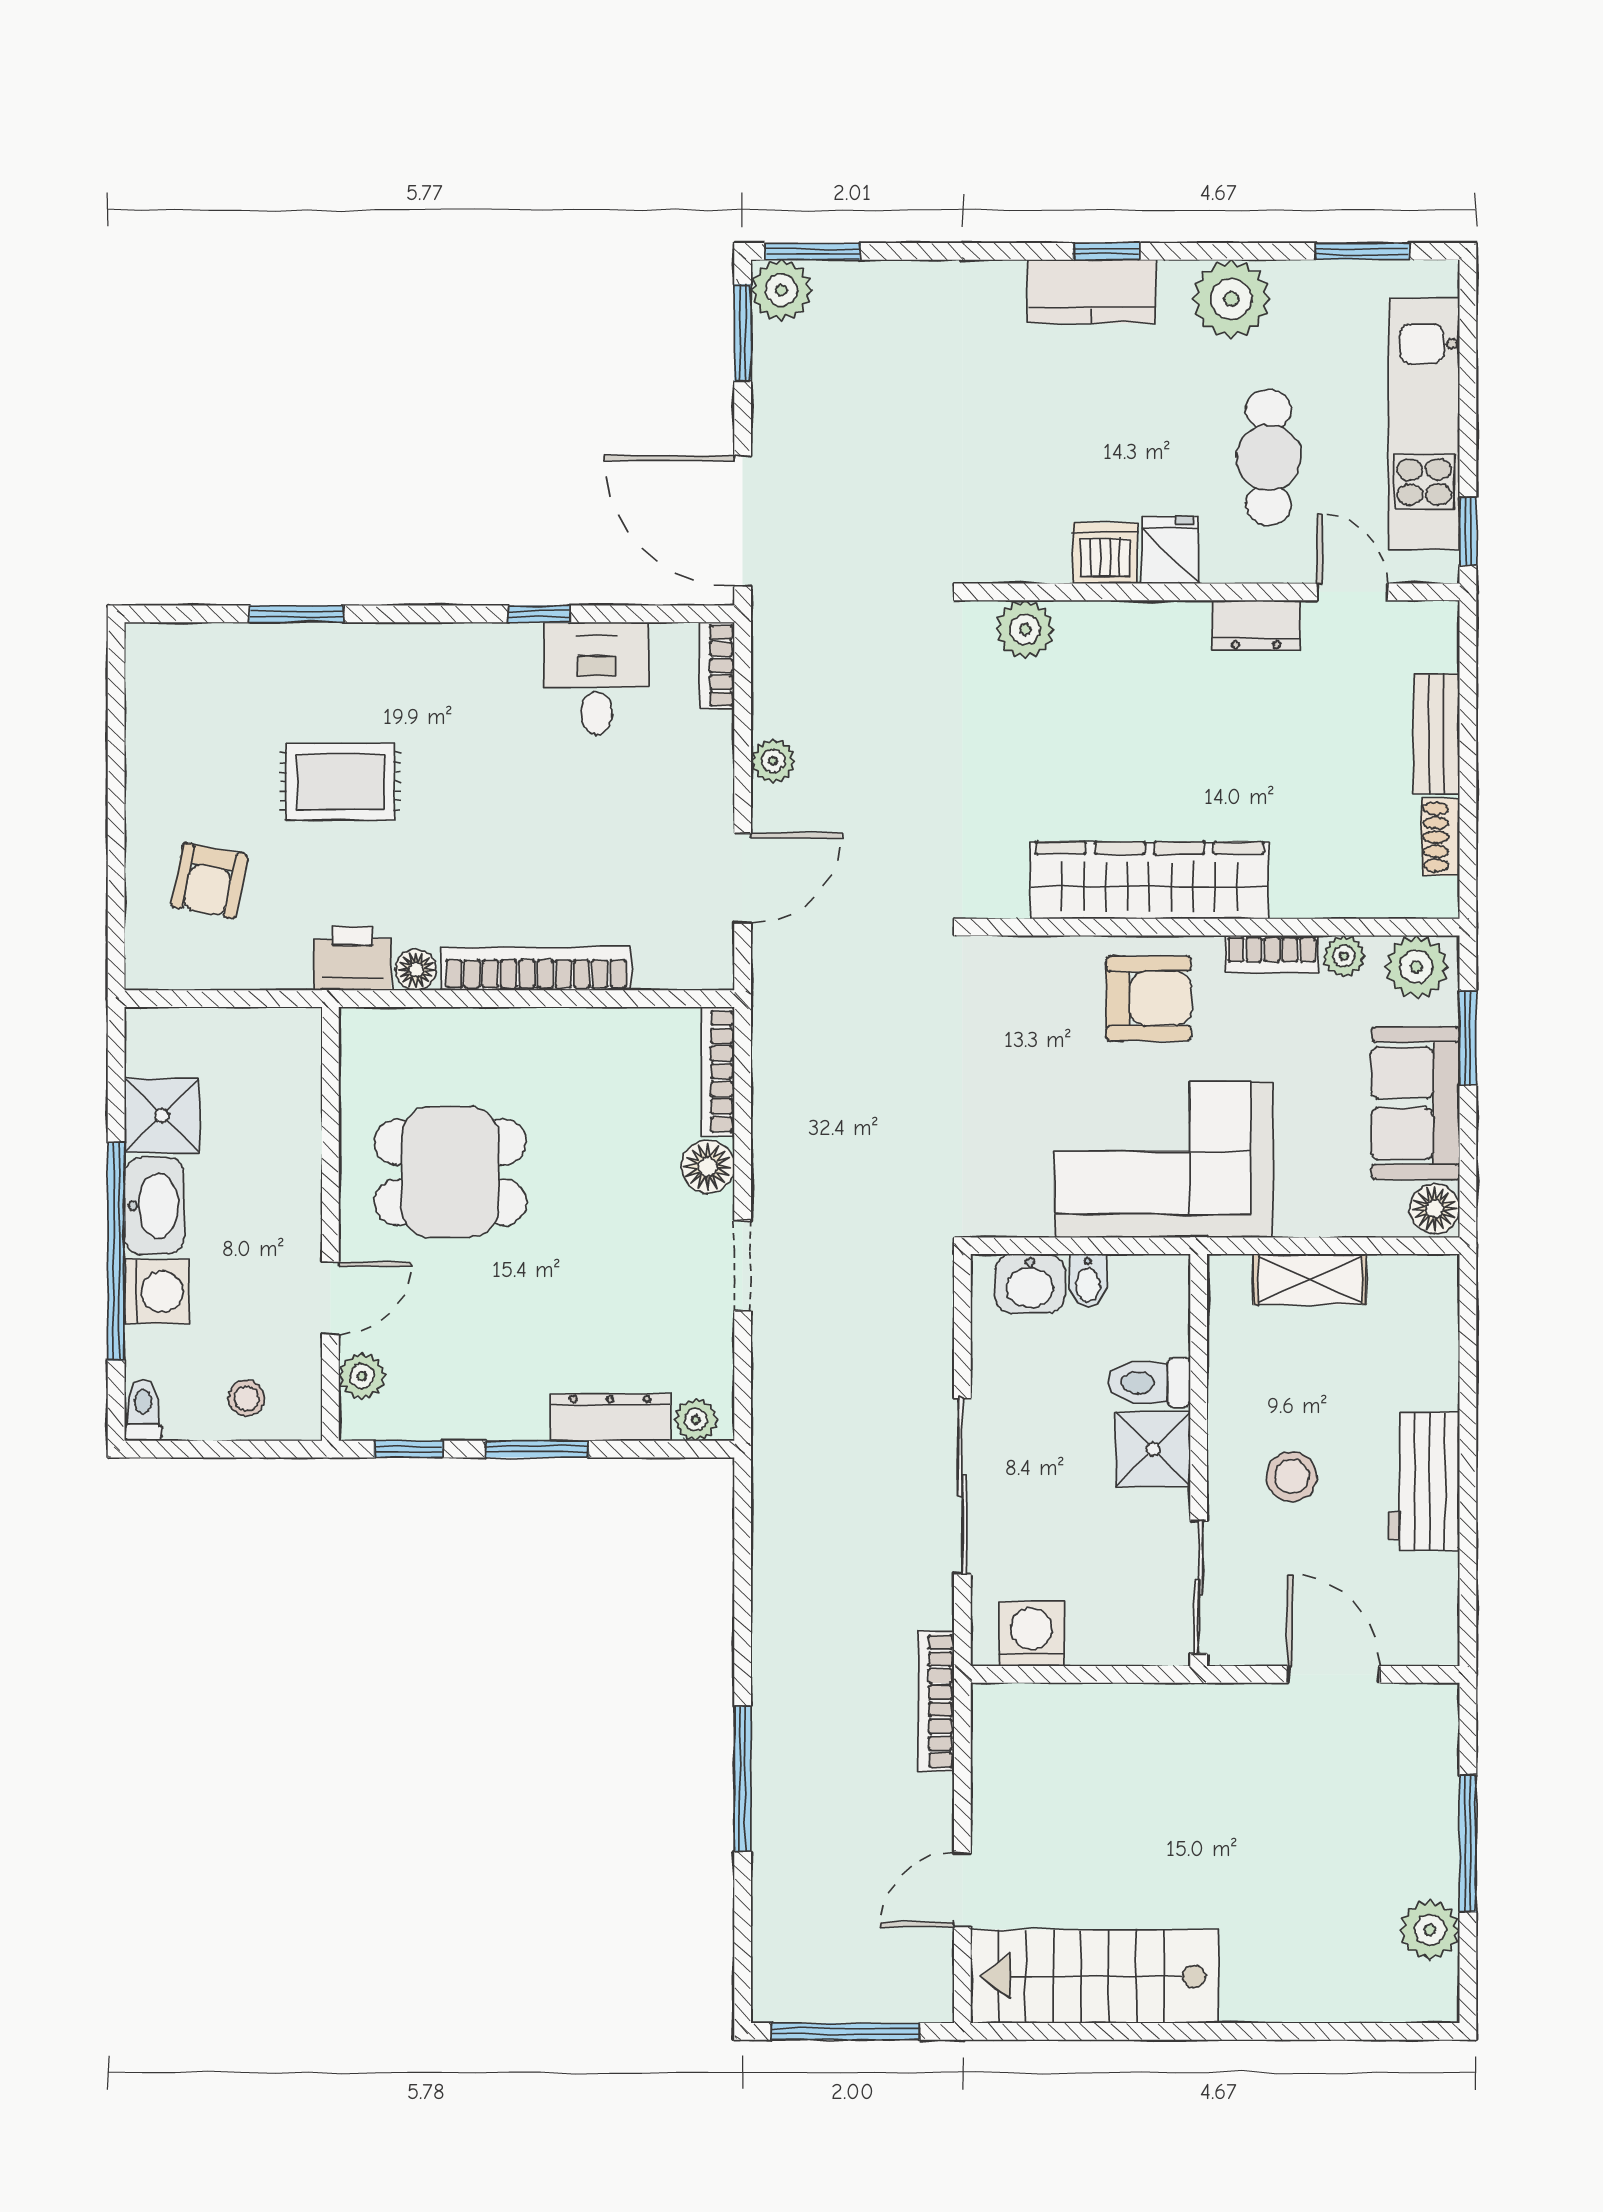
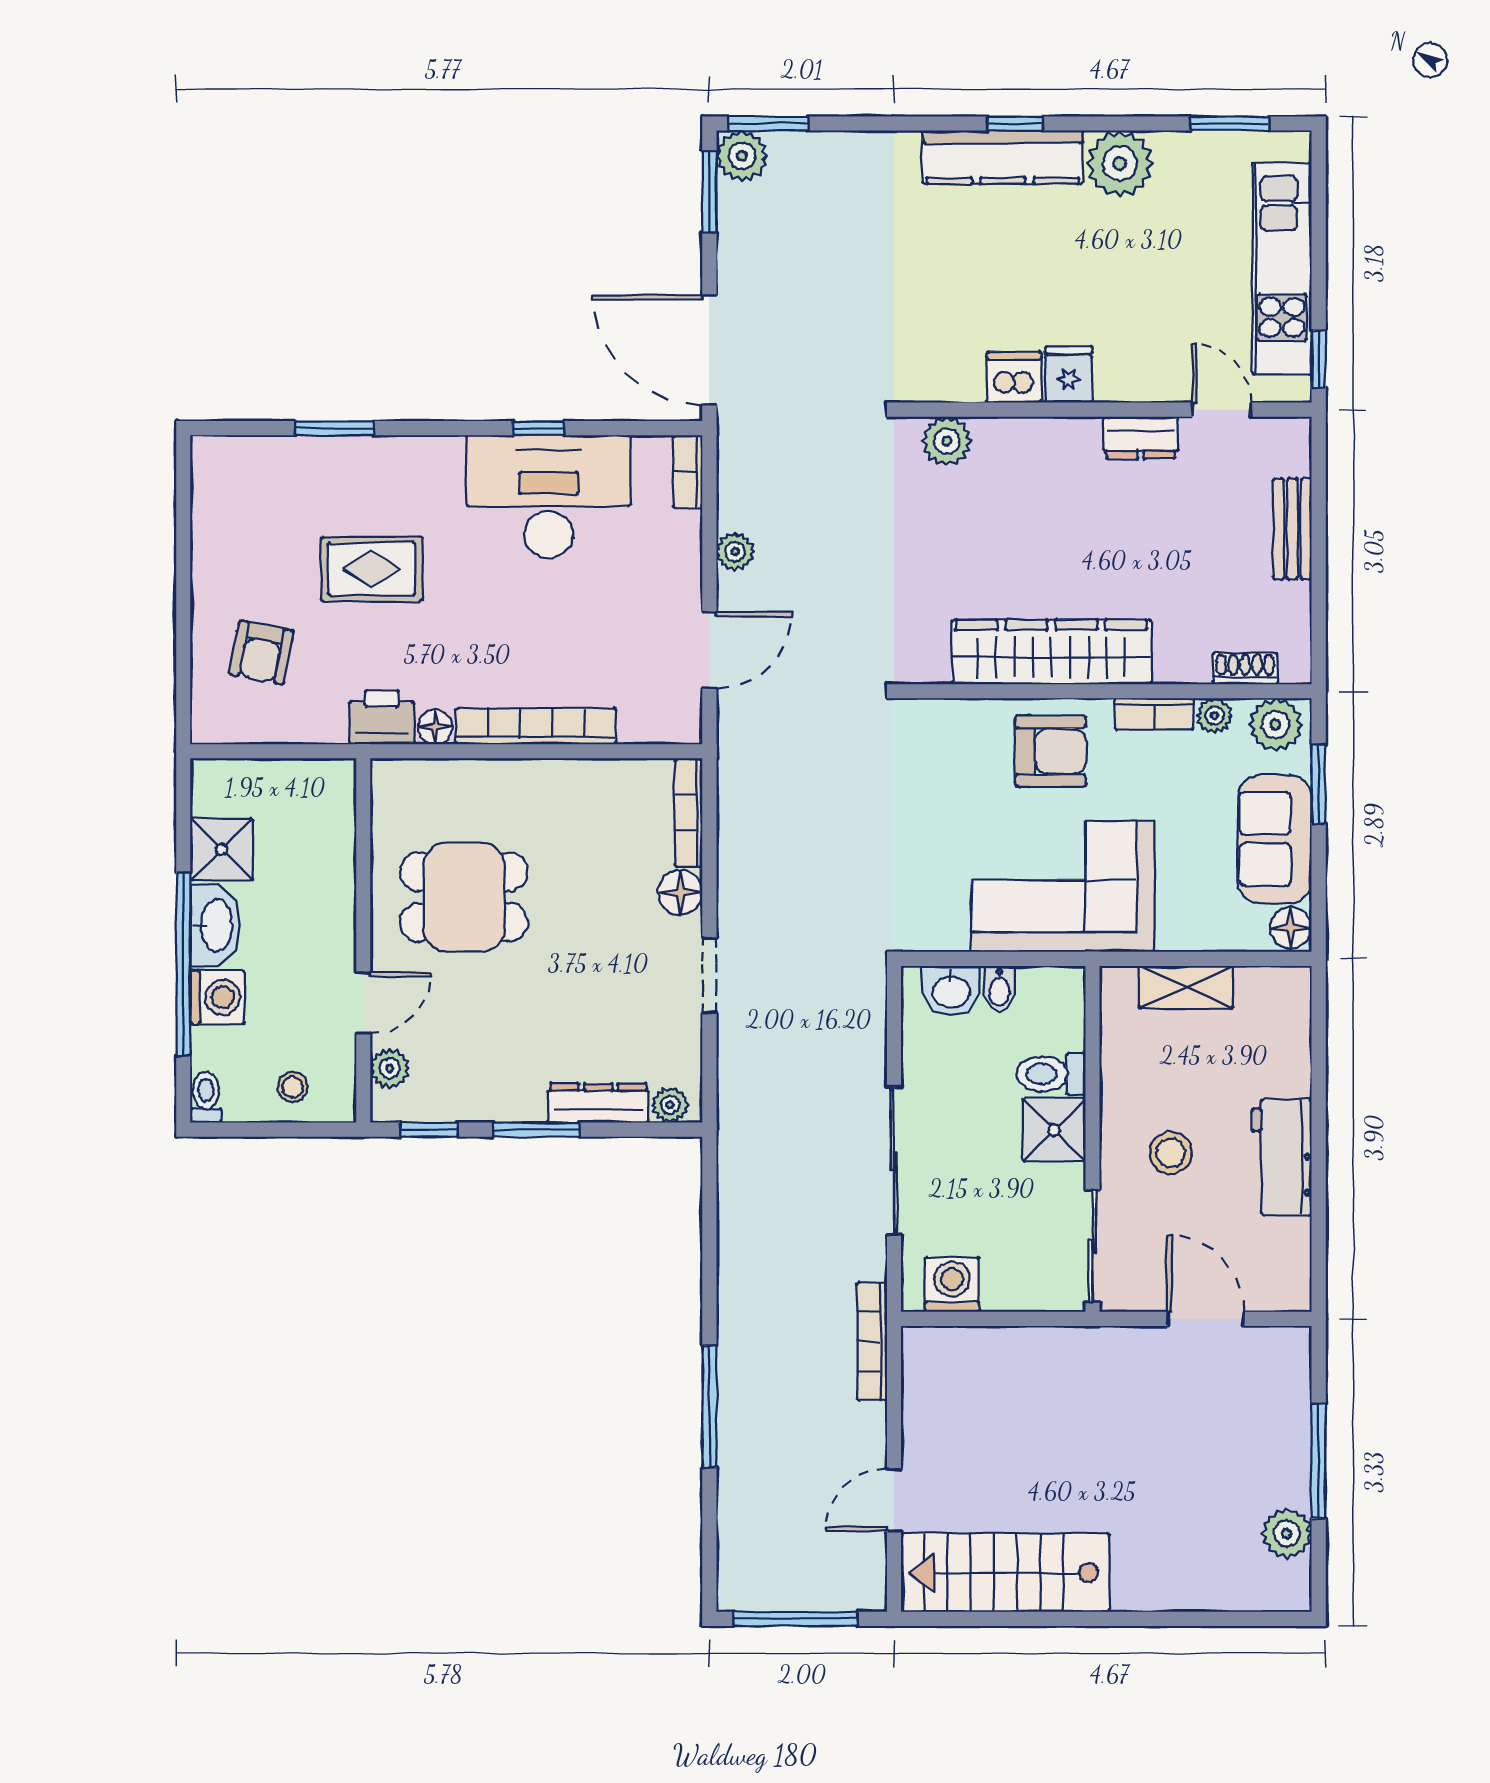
kitchen counter: (1092, 291) -> (1003, 157), width x1.50
cafe table: (1269, 457) -> (1151, 297), removed
desk: (597, 678) -> (549, 496), width x1.87, depth x1.30
shoe rack: (1441, 837) -> (1245, 669), moved, turned 90

